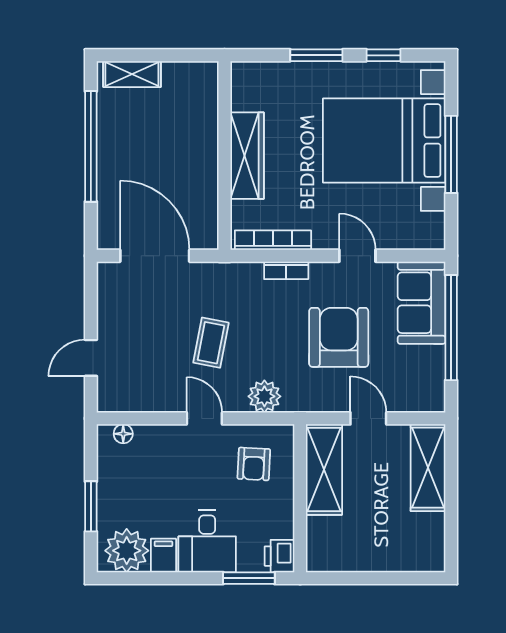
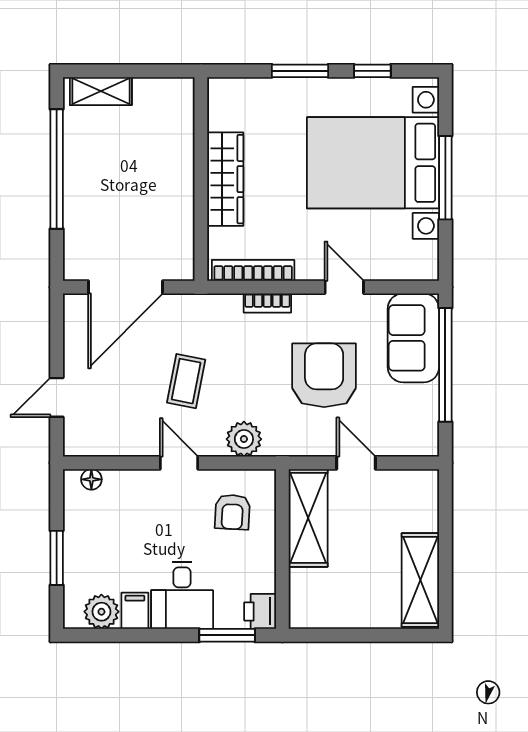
door: (155, 256) -> (125, 287), swing flipped
shelving: (428, 468) -> (420, 580), moved
plant: (127, 551) -> (101, 612), width x0.73, depth x0.73

